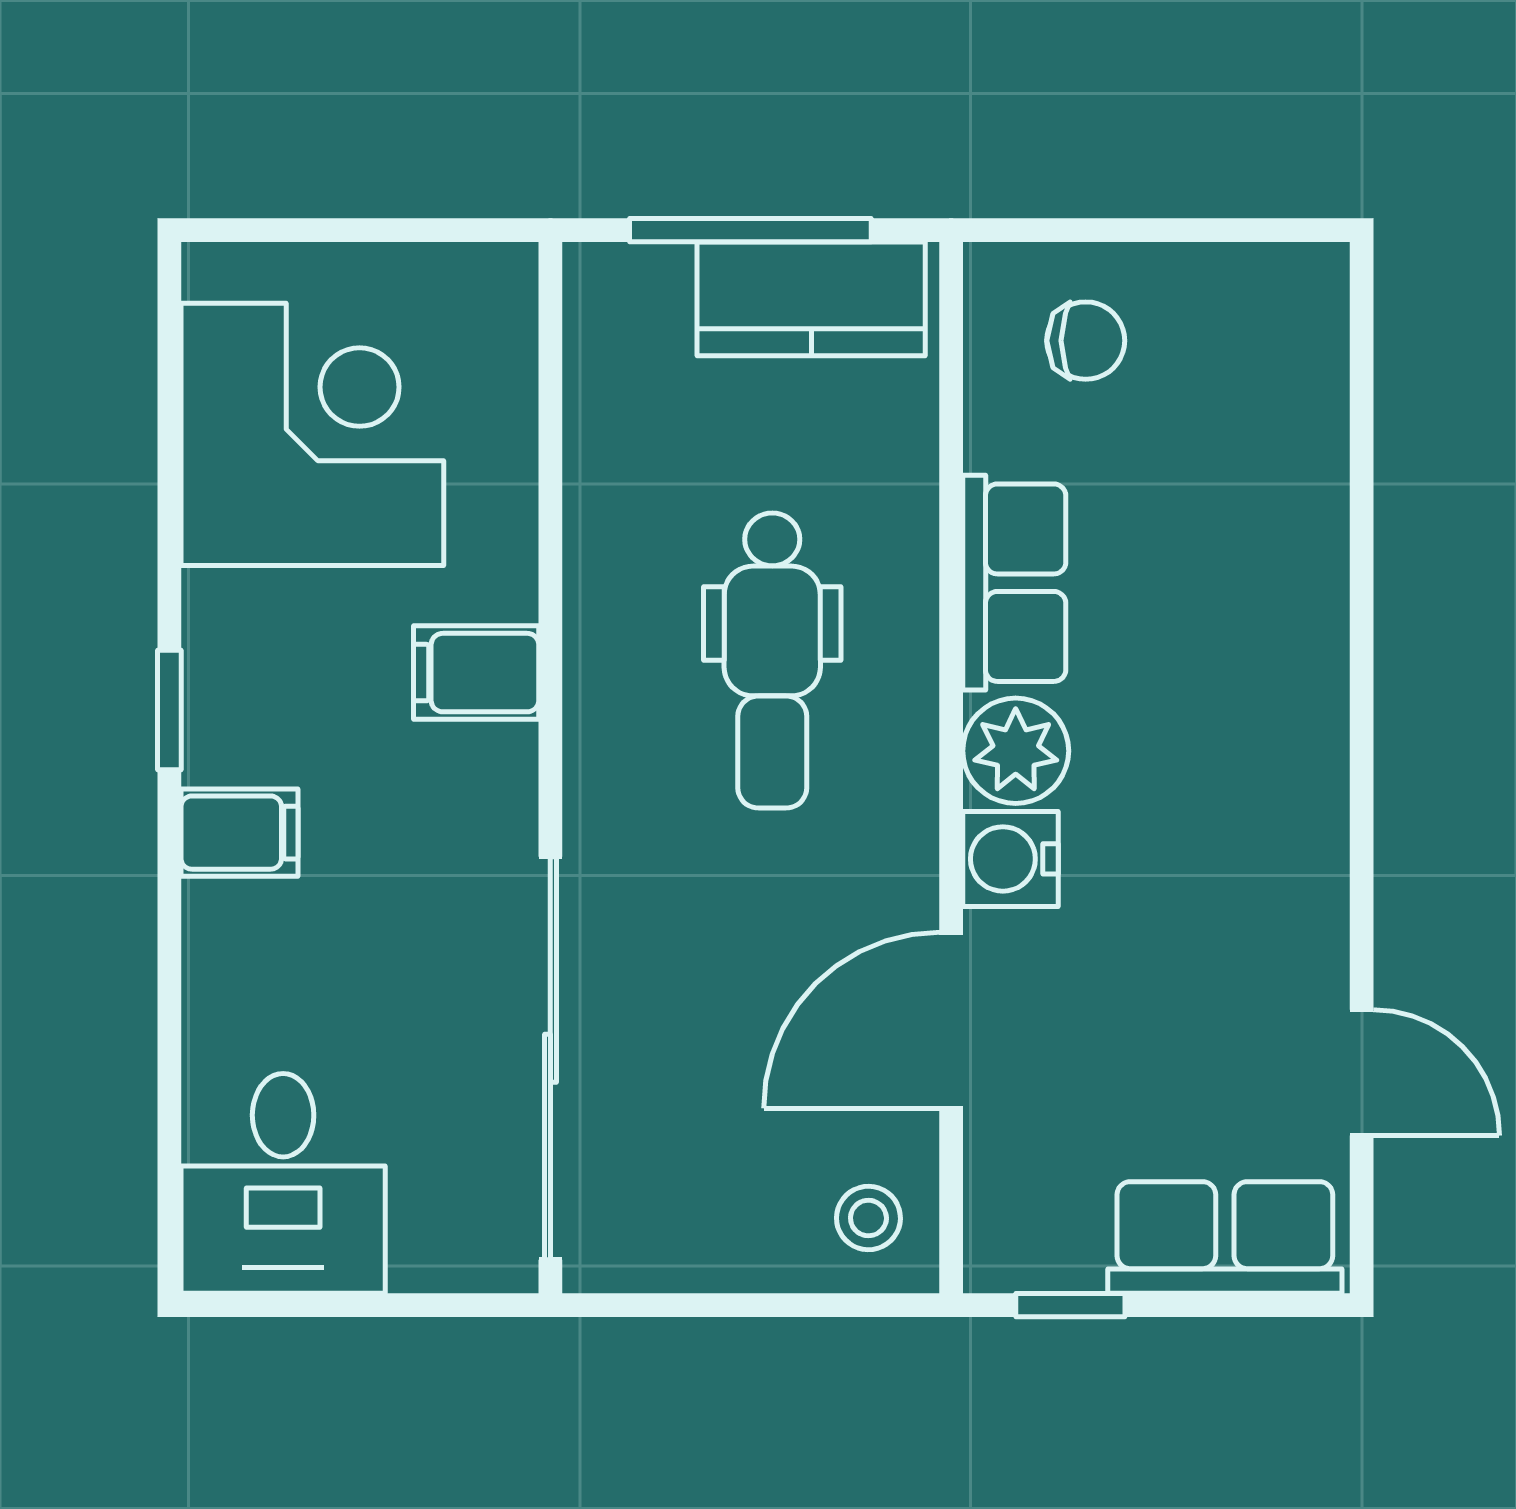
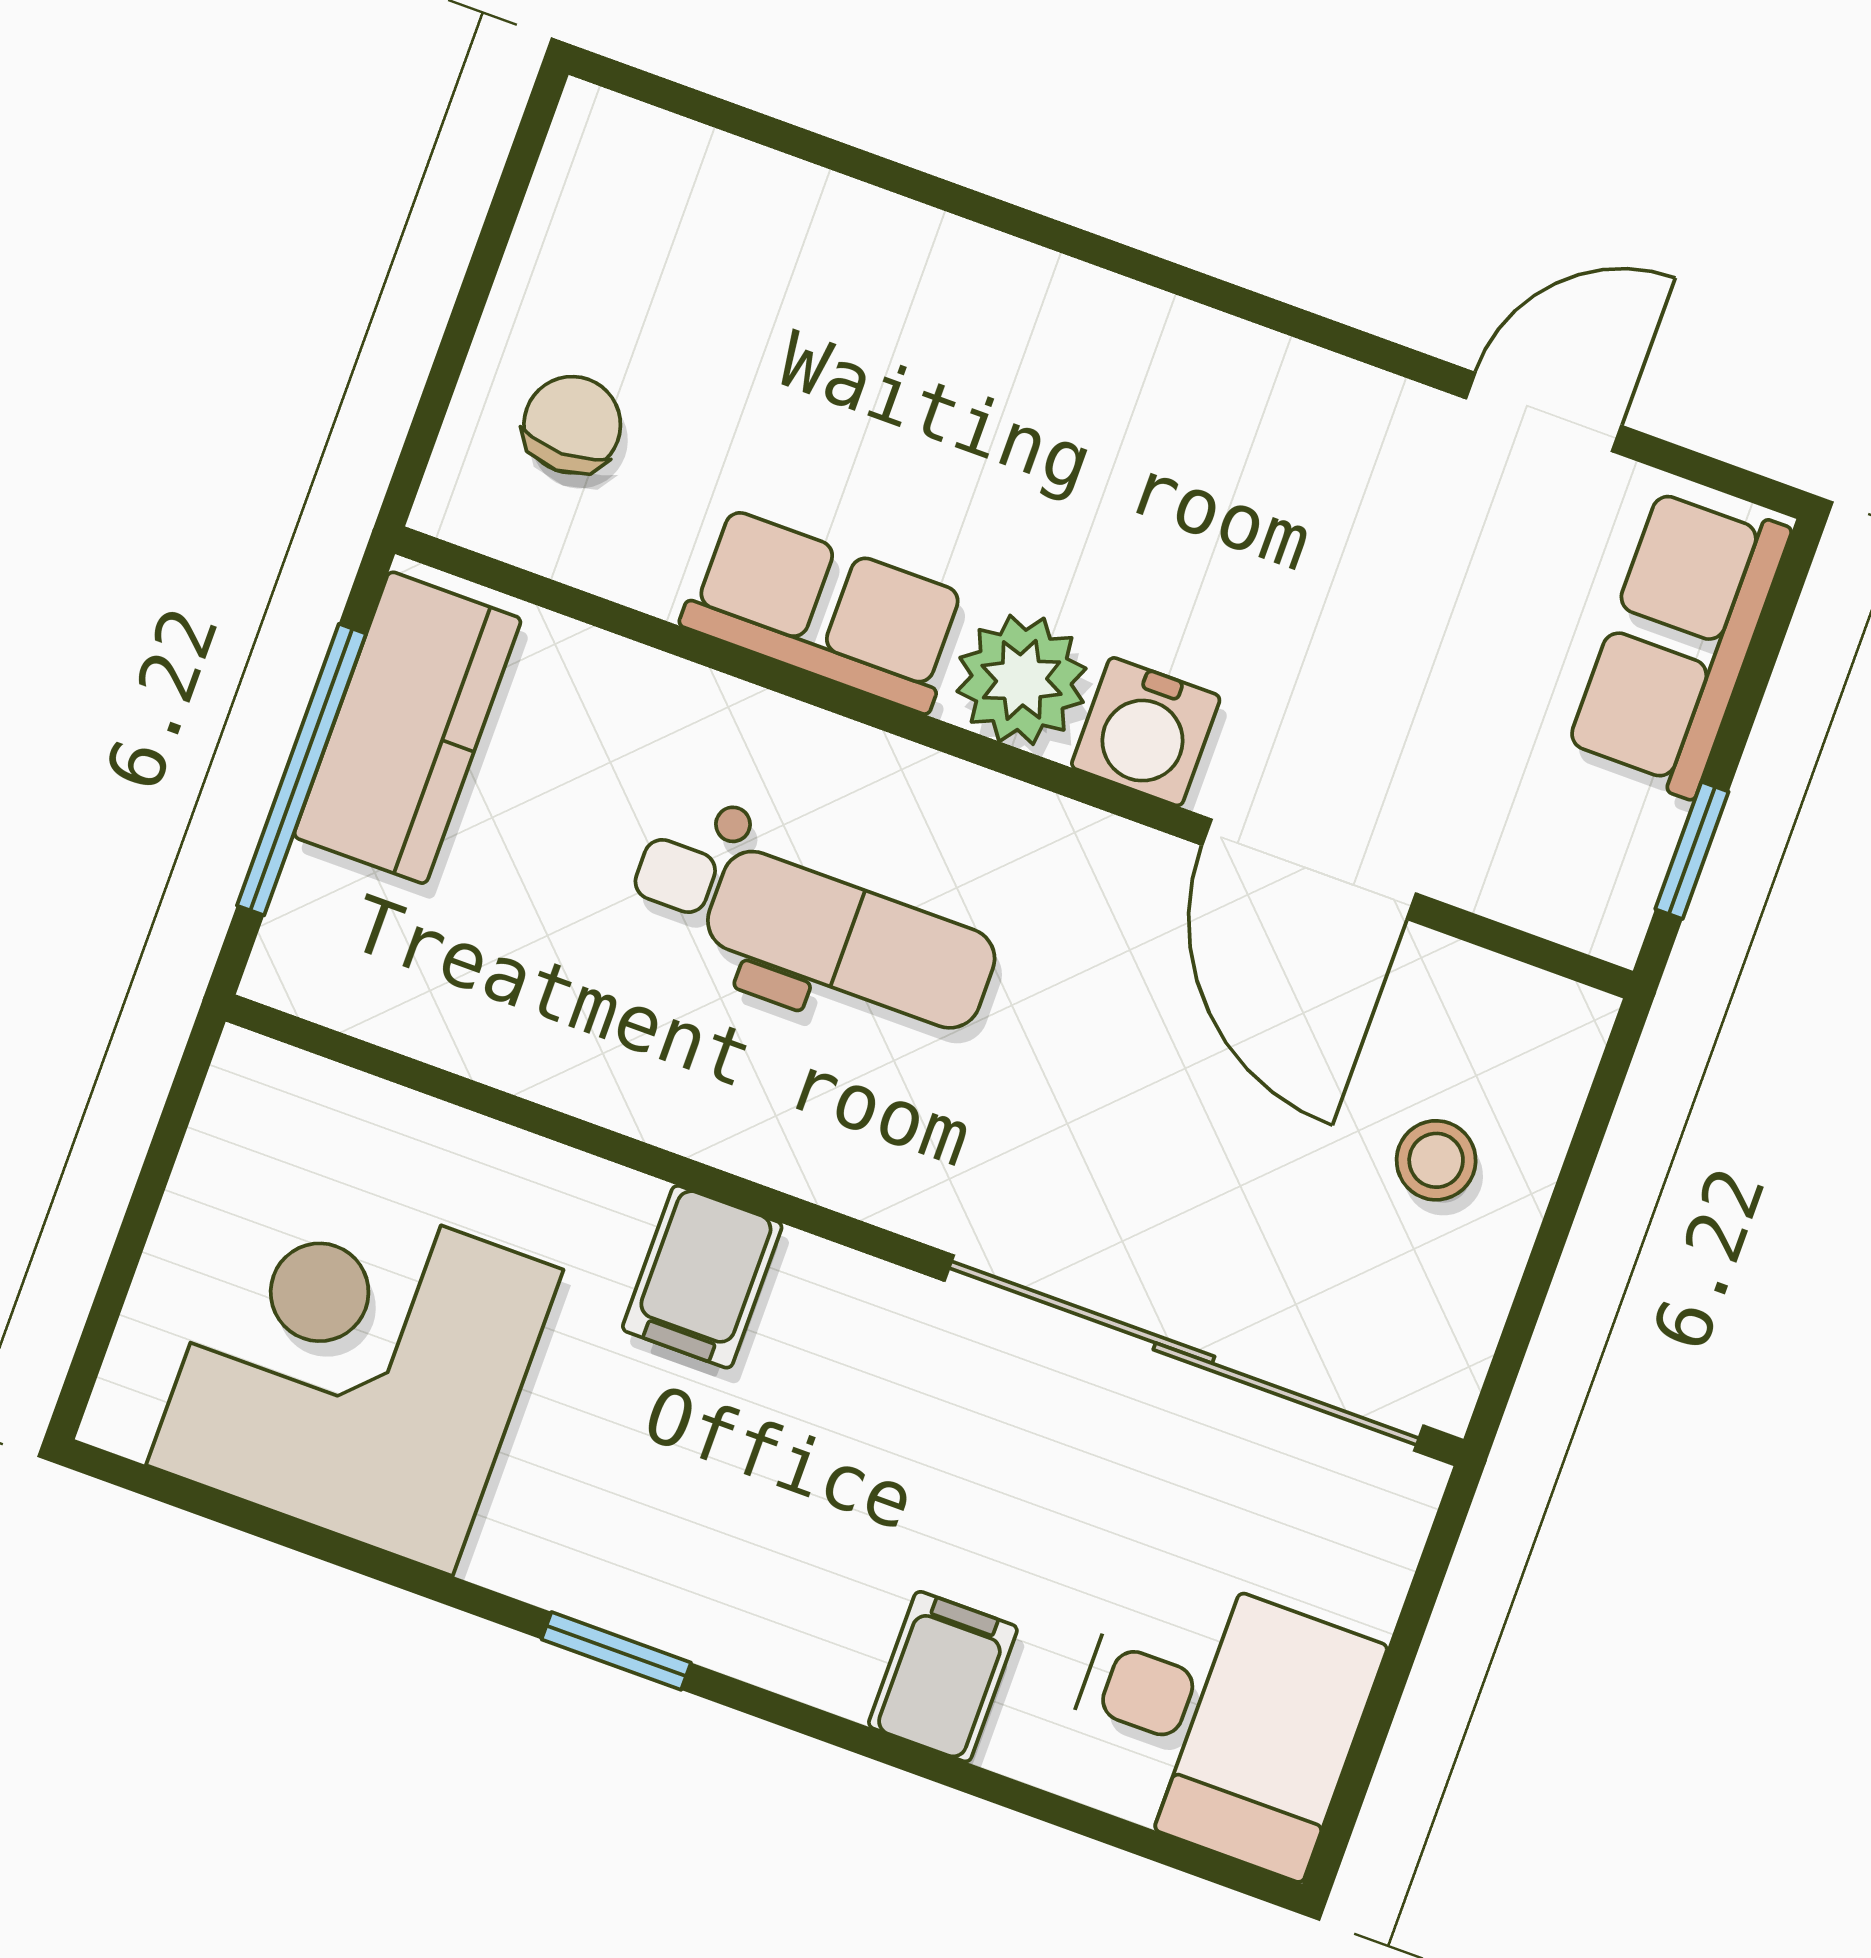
filing cabinet: (239, 833) -> (943, 1677), moved
stool: (868, 1218) -> (1436, 1160), moved

